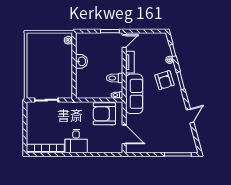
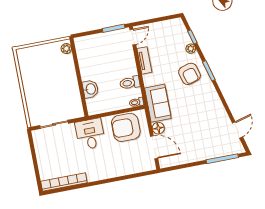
washbasin: (81, 61) -> (90, 89), moved
sofa: (134, 94) -> (158, 103), width x0.73
door: (190, 116) -> (237, 130), moved
floor lamp: (131, 119) -> (158, 128), added
desk: (76, 141) -> (90, 134), moved, turned 180

